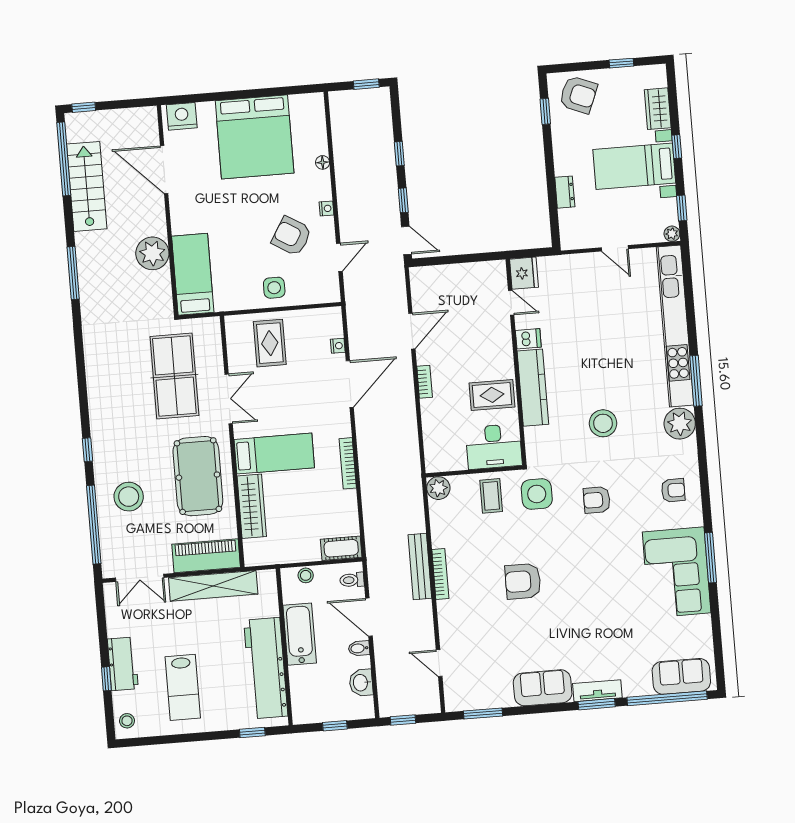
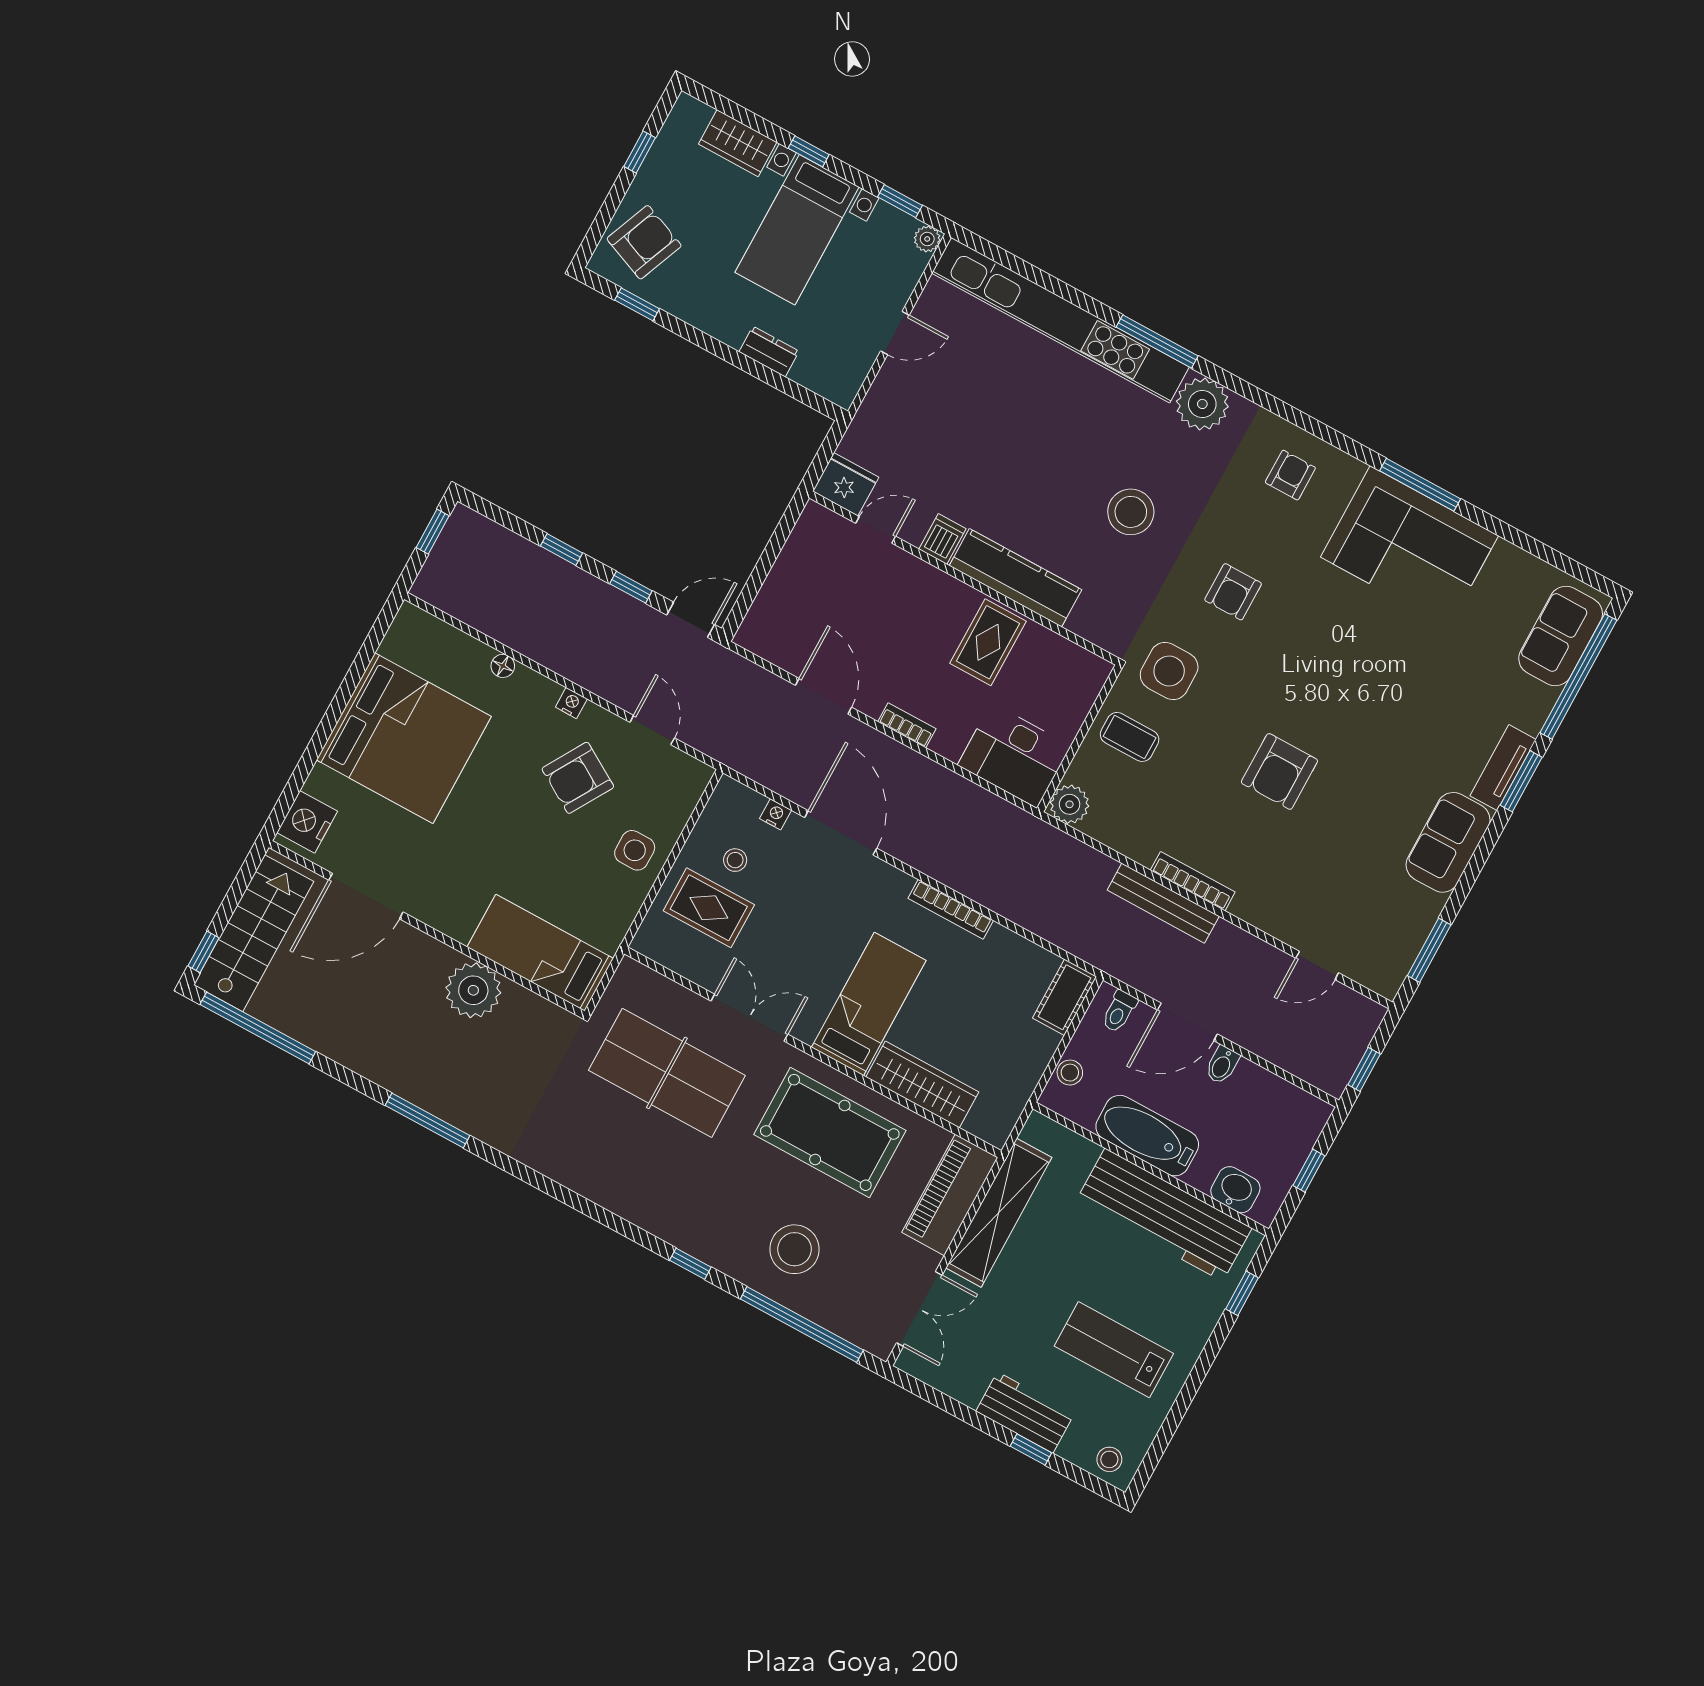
stairs: (87, 186) -> (254, 933), moved, turned 90
stool: (302, 341) -> (735, 860), added
desk: (494, 447) -> (1014, 756), moved, turned 90
washbasin: (361, 683) -> (1235, 1190), moved, turned 180
lab bench: (183, 687) -> (1114, 1350), turned 180

